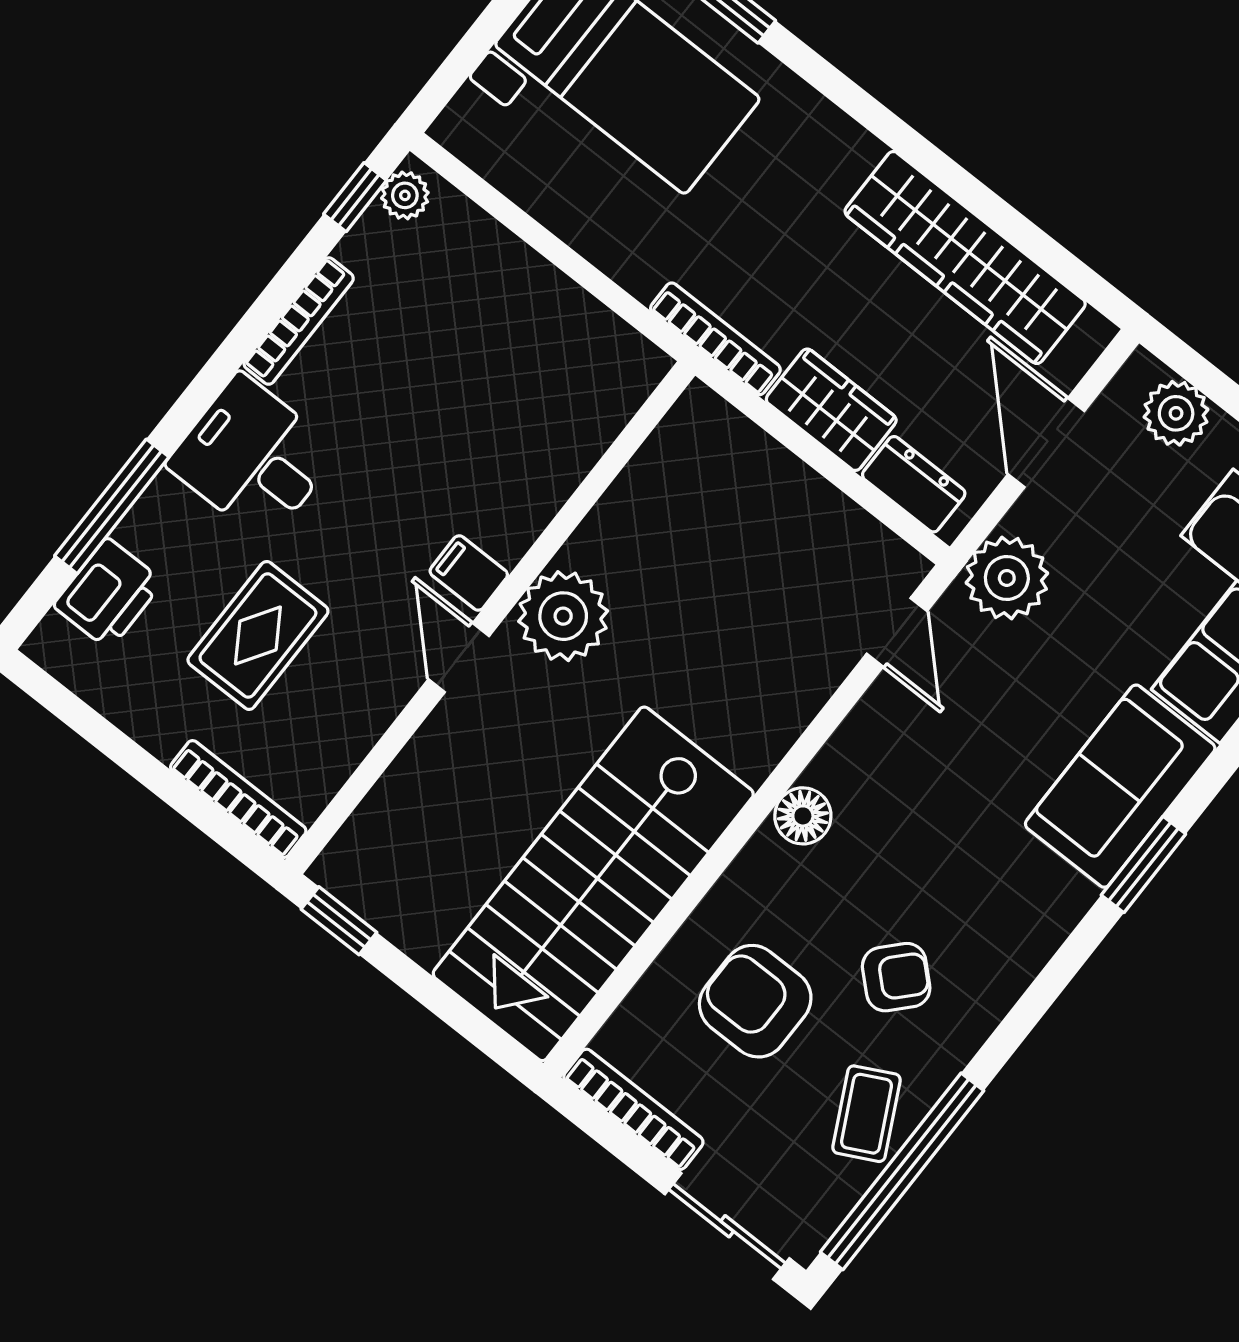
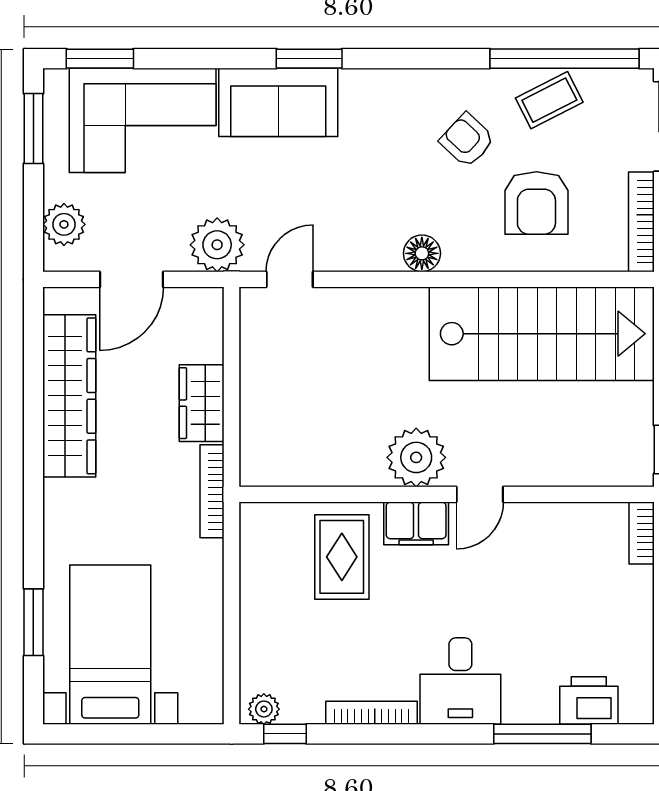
dresser: (914, 484) -> (207, 331), removed
filing cabinet: (469, 573) -> (416, 523), width x2.00
rug: (258, 635) -> (342, 557), moved, turned 90
bookcase: (238, 799) -> (642, 533), width x0.64

